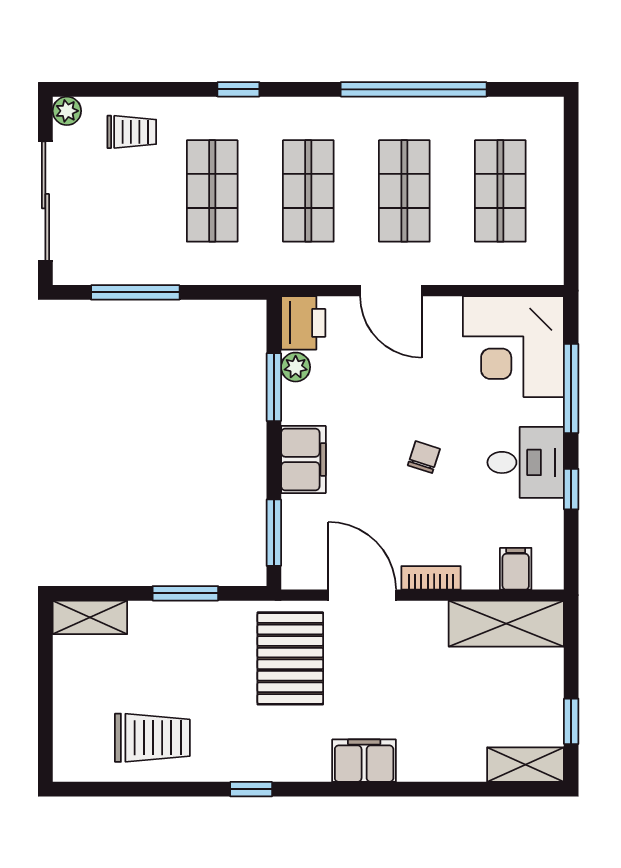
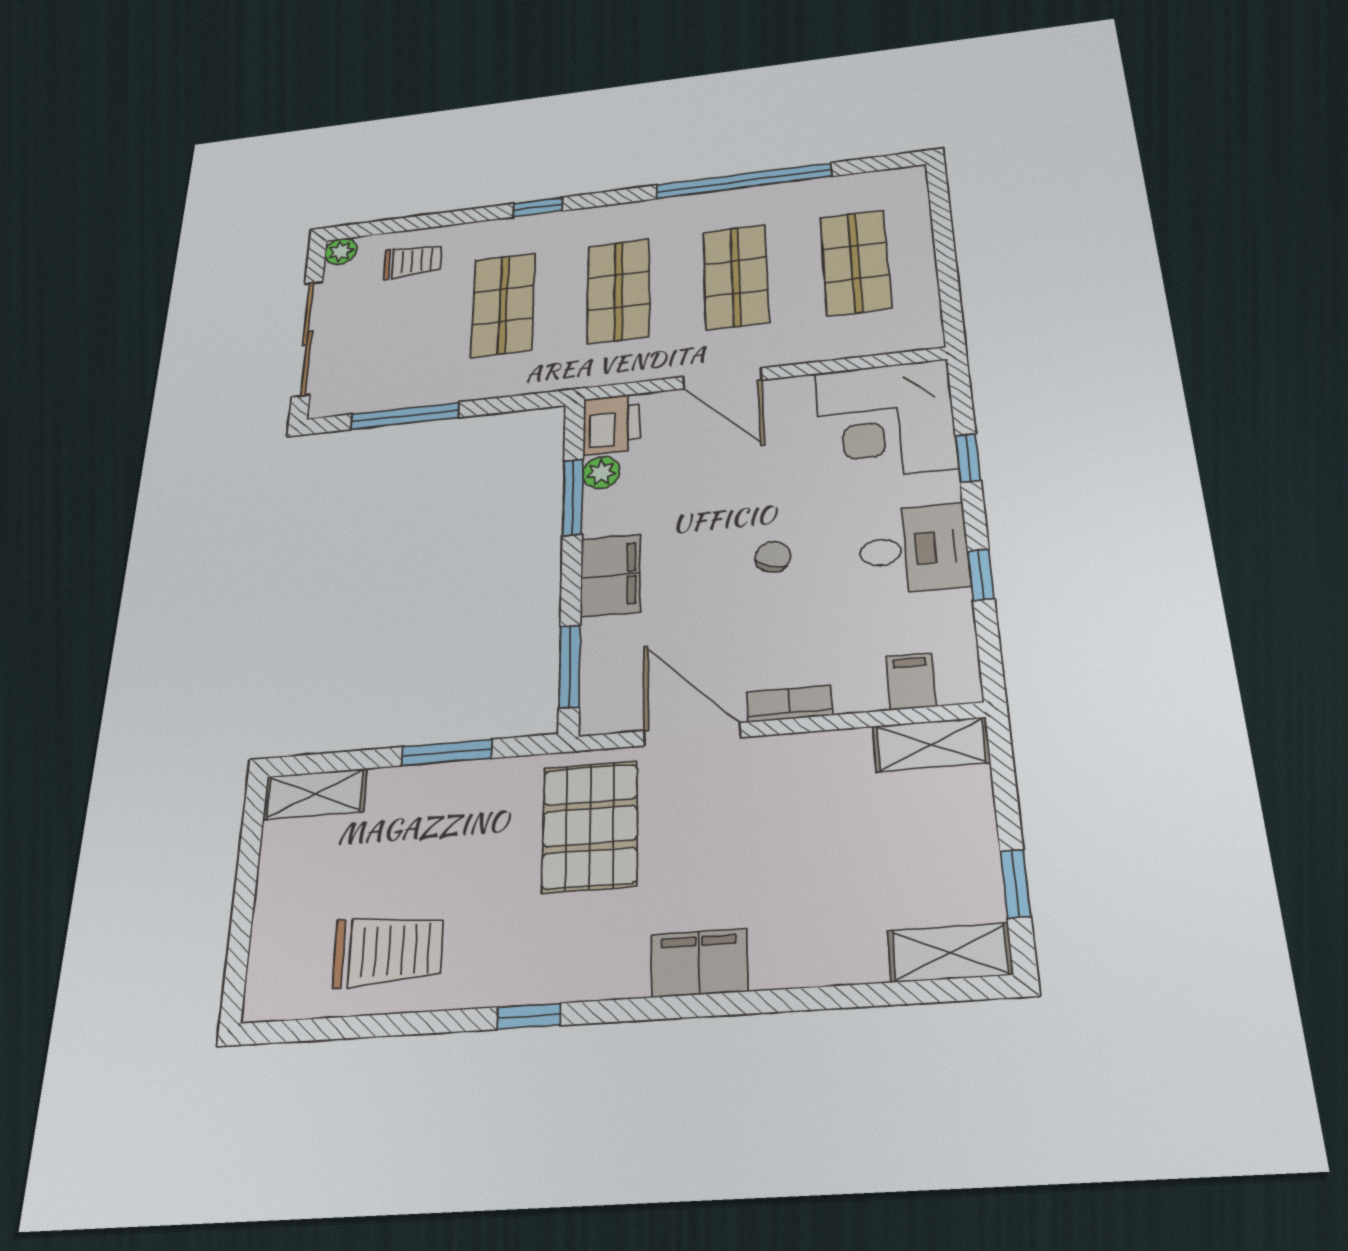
window: (571, 388) -> (968, 458), width x0.46
shelving: (506, 624) -> (931, 744), width x0.67, depth x0.75

